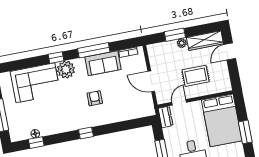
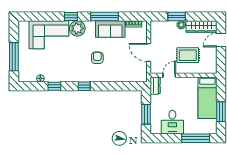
bed: (222, 120) -> (207, 98), width x0.67
window: (36, 143) -> (54, 86), moved

